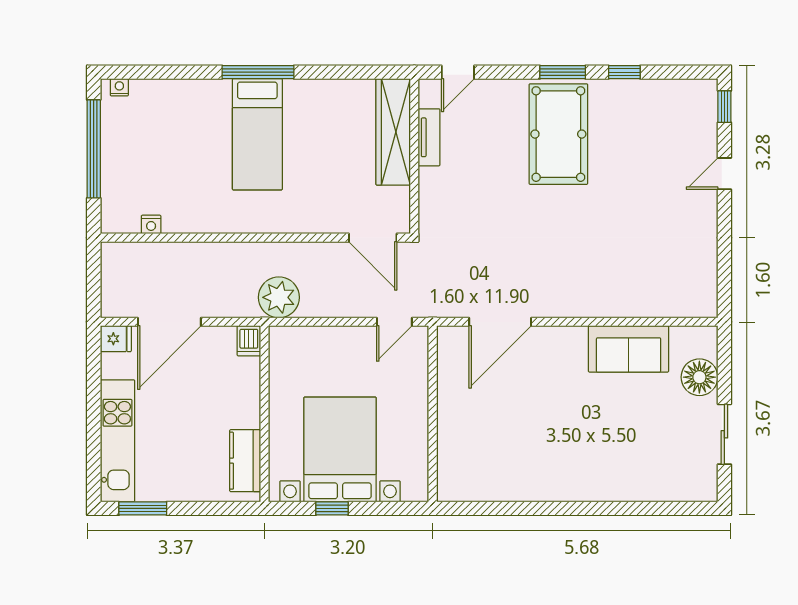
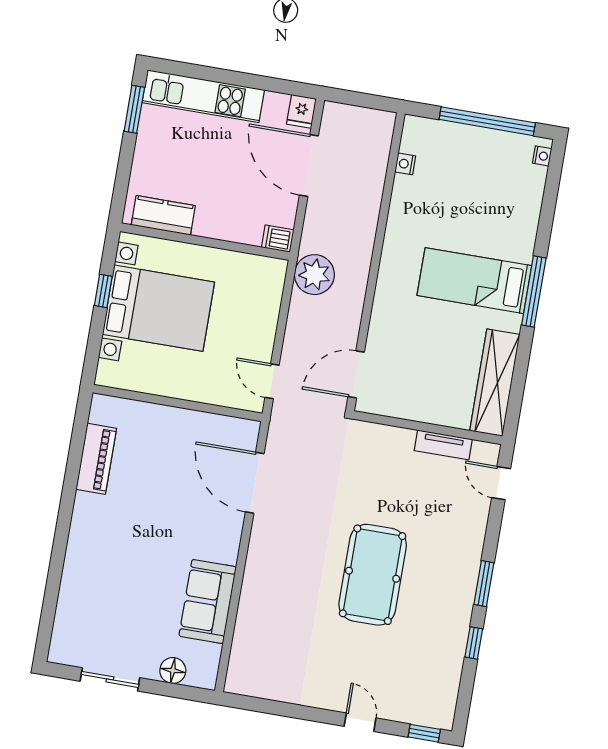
wardrobe: (393, 132) -> (495, 383), moved, turned -90
pool table: (558, 134) -> (373, 575), moved, turned 90
floor lamp: (699, 377) -> (173, 671), width x0.73, depth x0.73
piano: (503, 486) -> (96, 459), added

